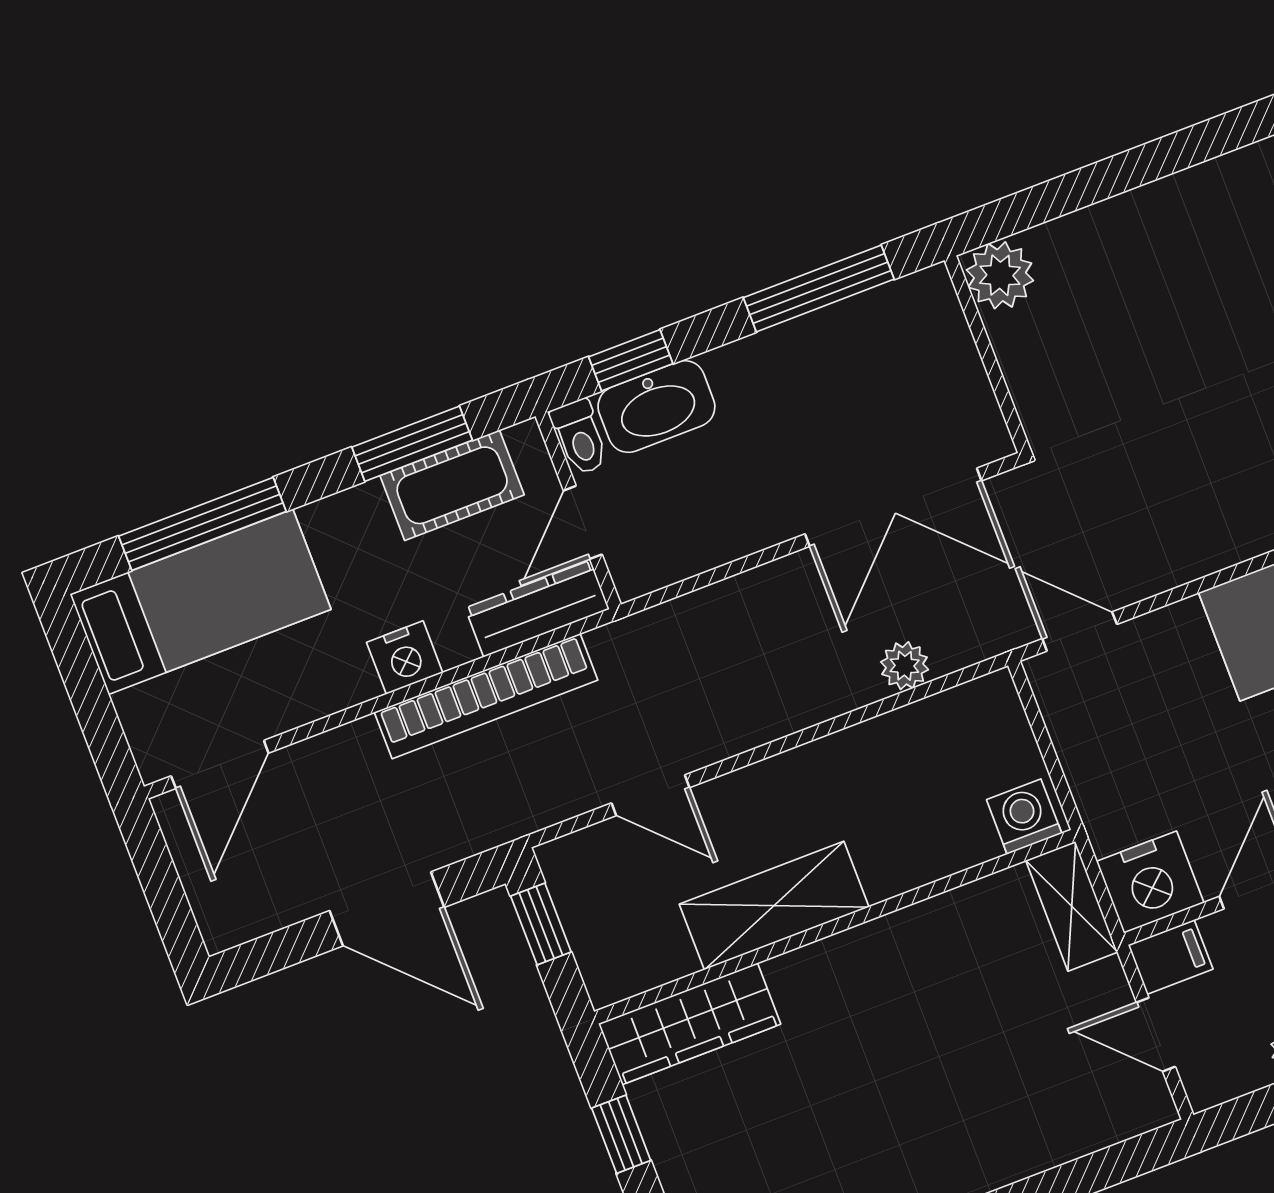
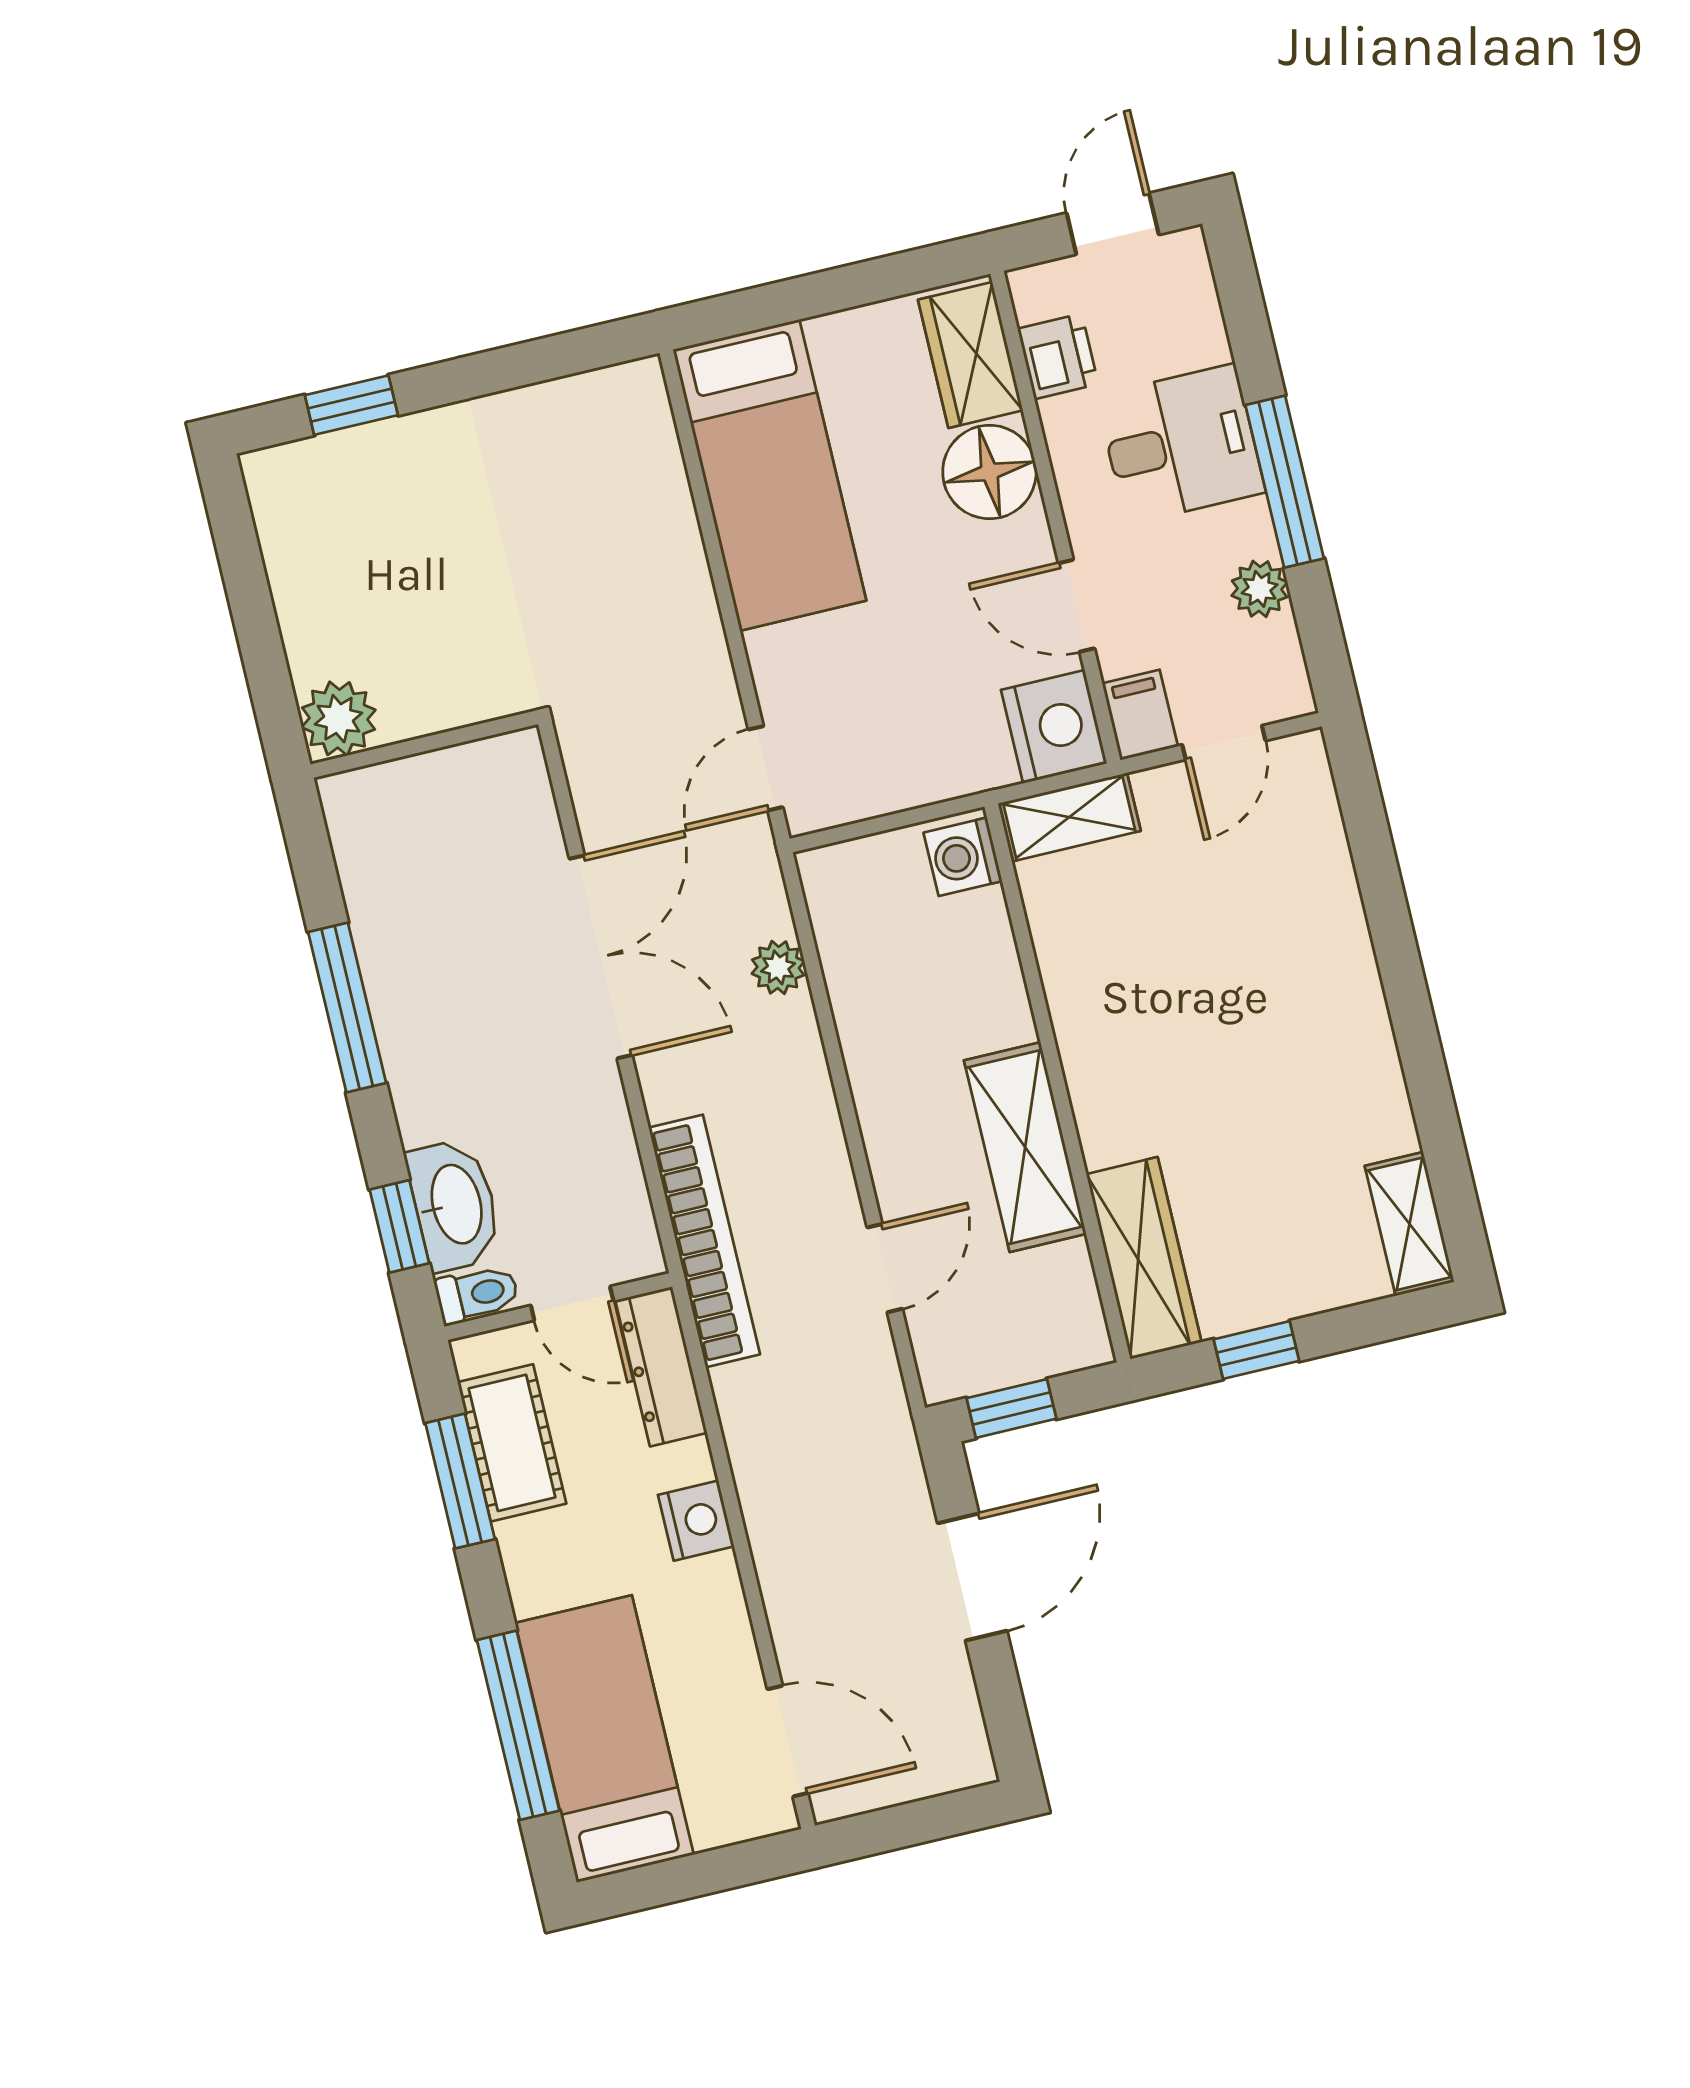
plant: (1000, 275) -> (338, 719), moved
wall: (987, 354) -> (424, 744), moved
bookcase: (486, 696) -> (704, 1241), moved

